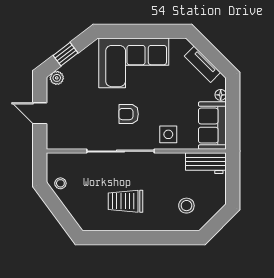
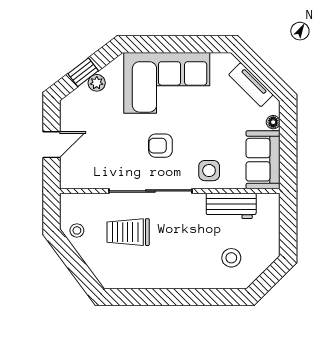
plant: (57, 78) -> (97, 83), moved
door: (40, 113) -> (52, 145), swing flipped
workbench: (206, 163) -> (231, 206), moved
trolley: (125, 201) -> (128, 232), moved

